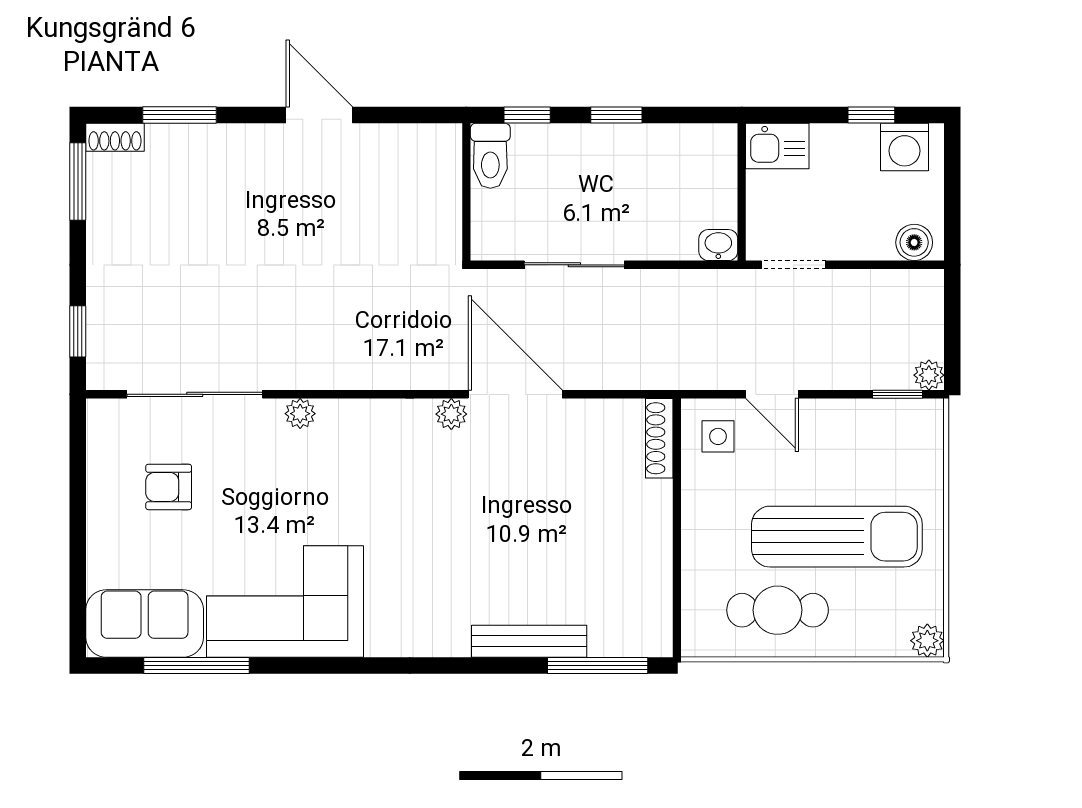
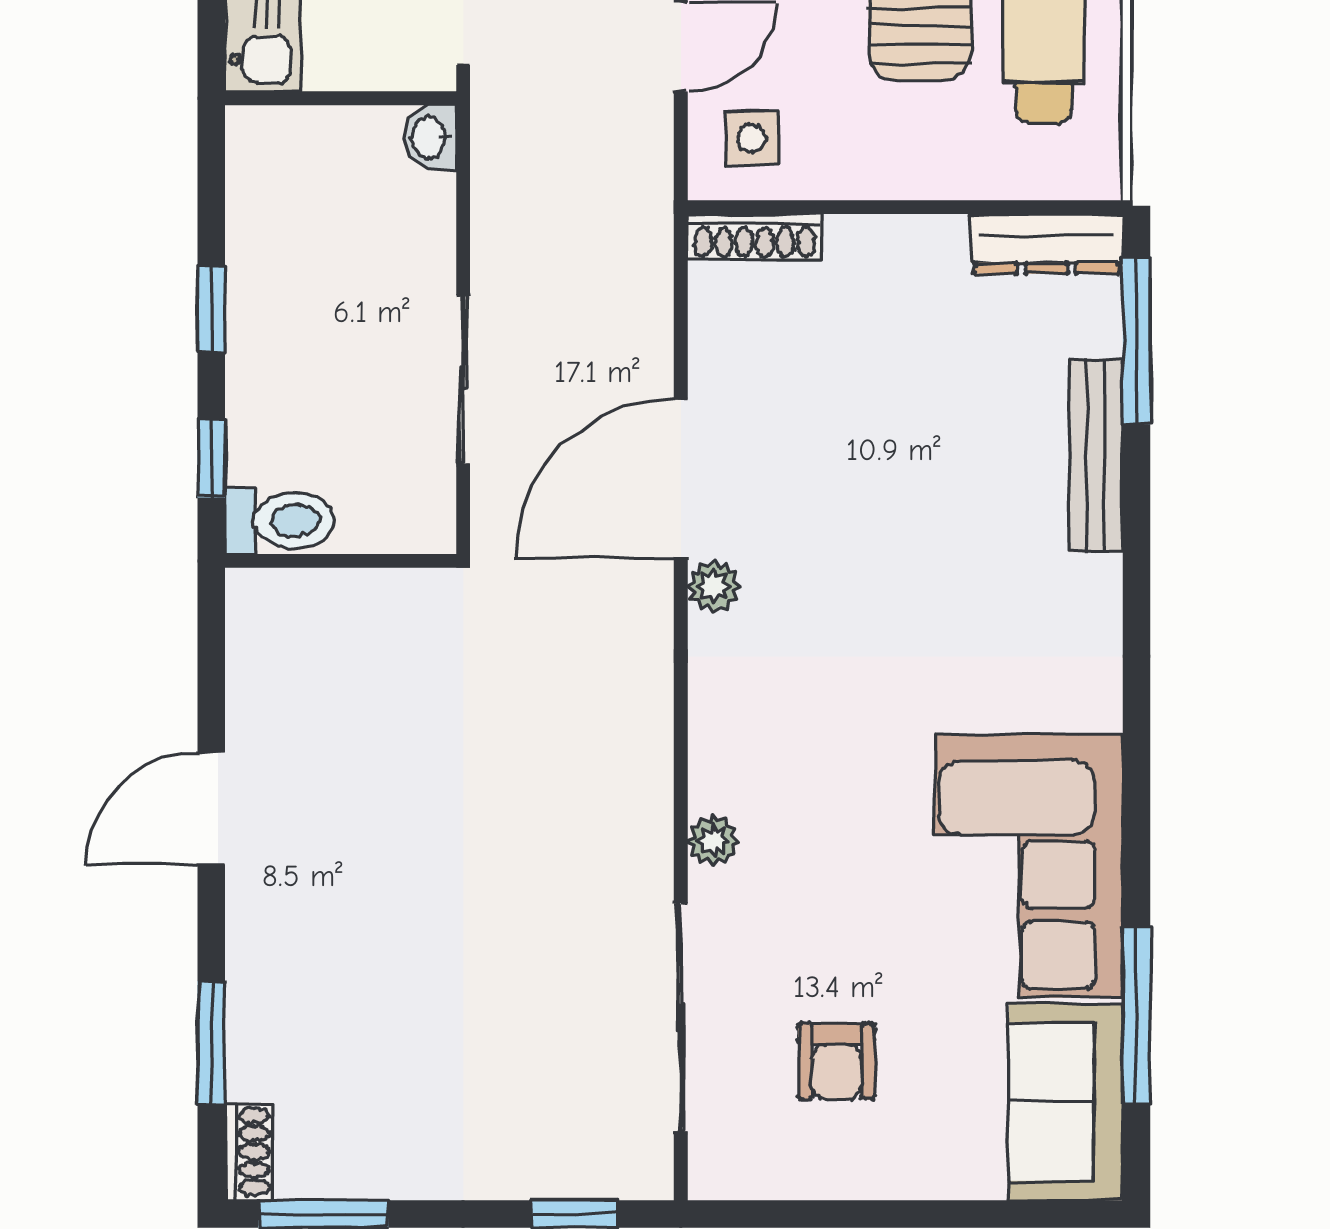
dresser: (655, 612) -> (1047, 244), added

